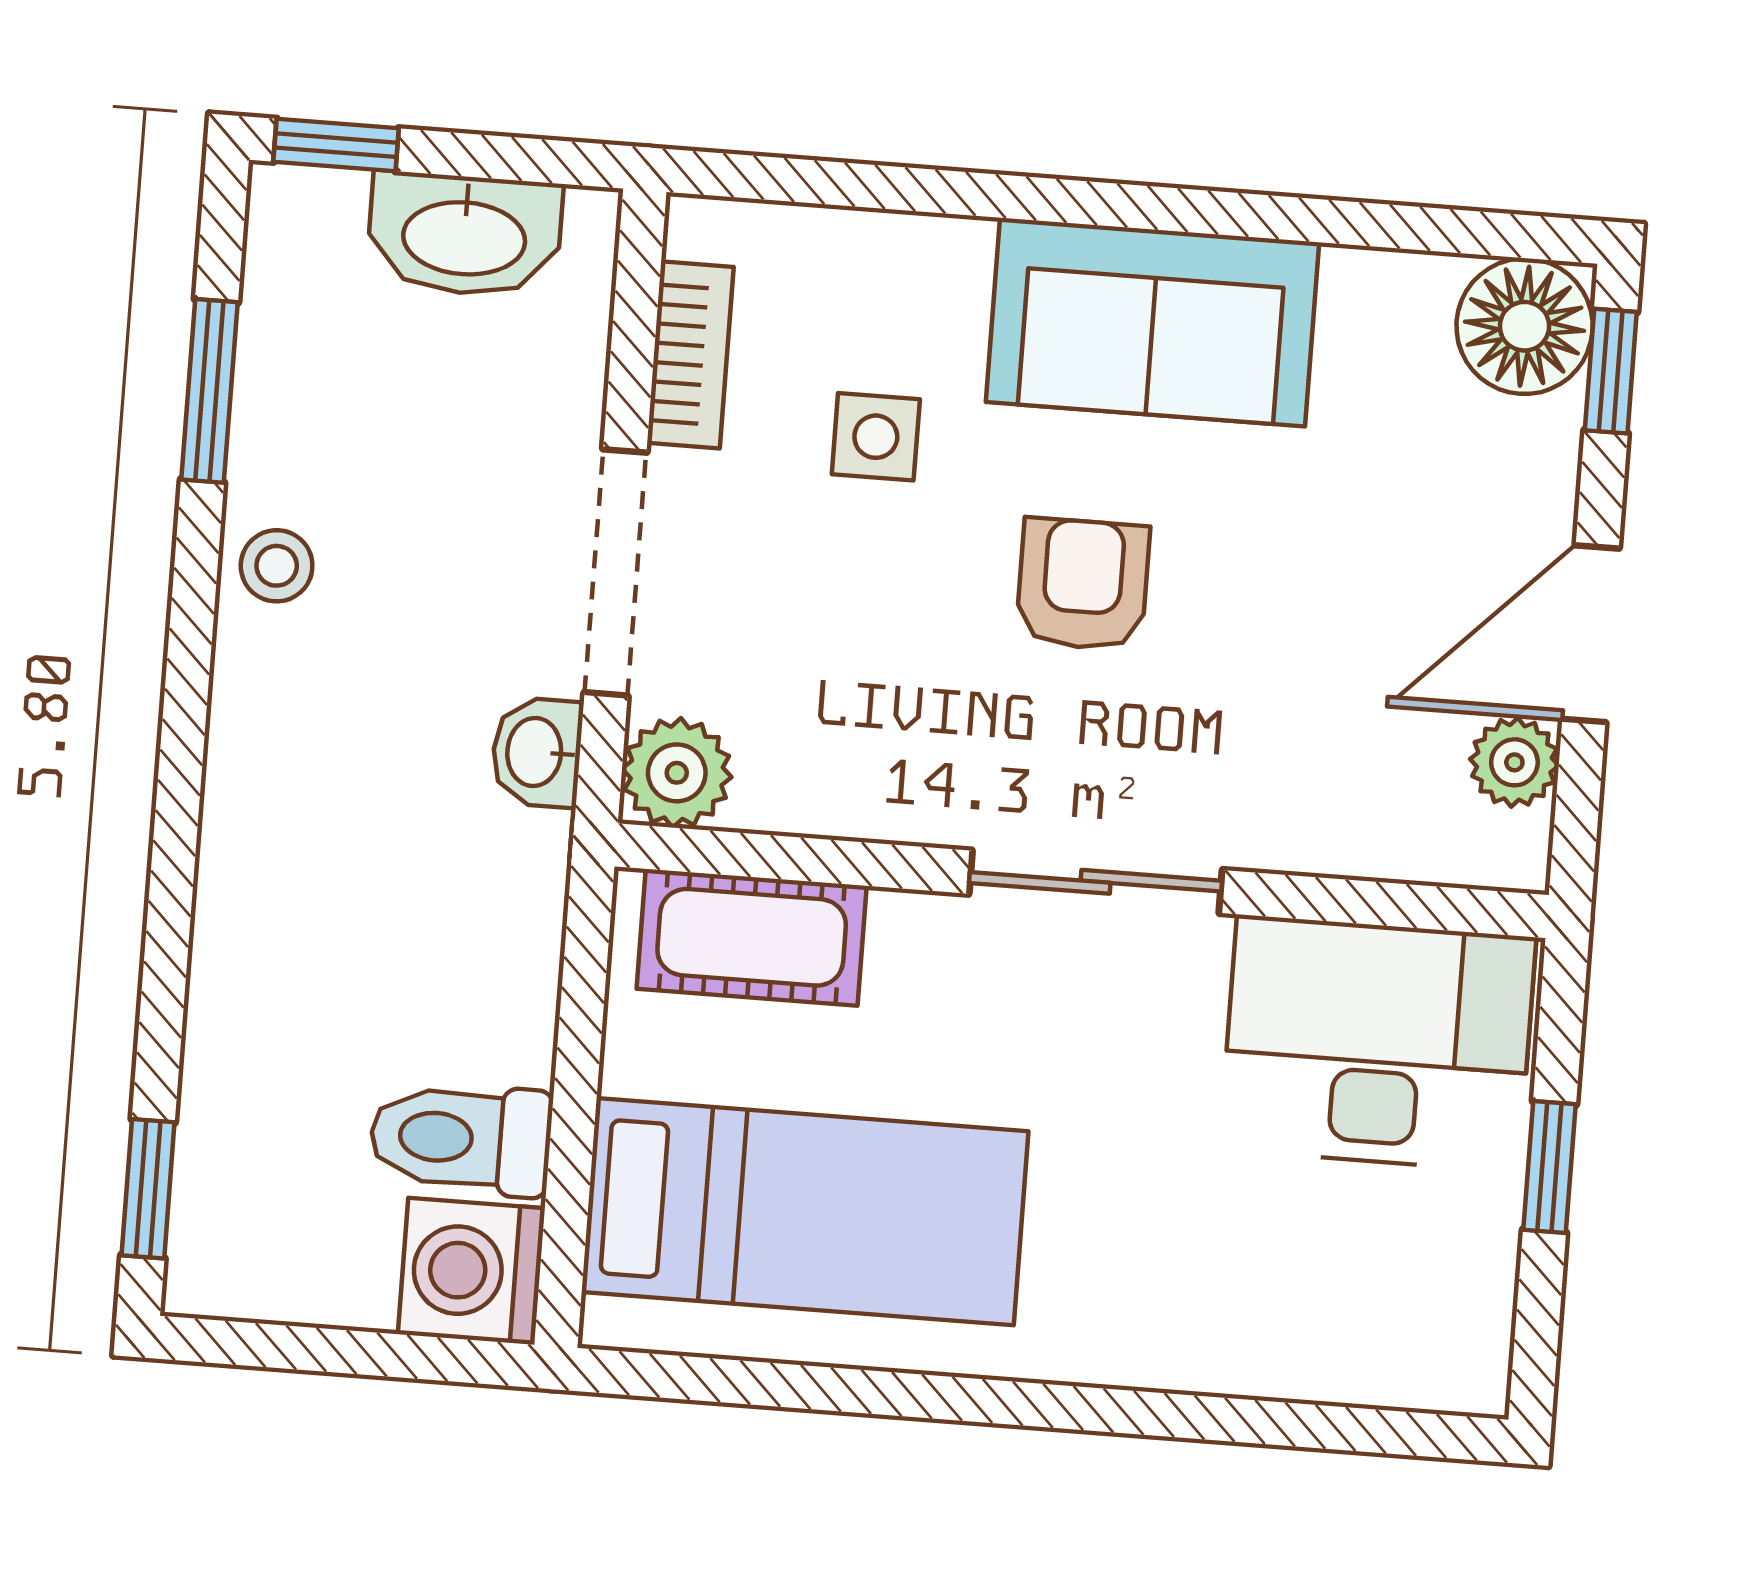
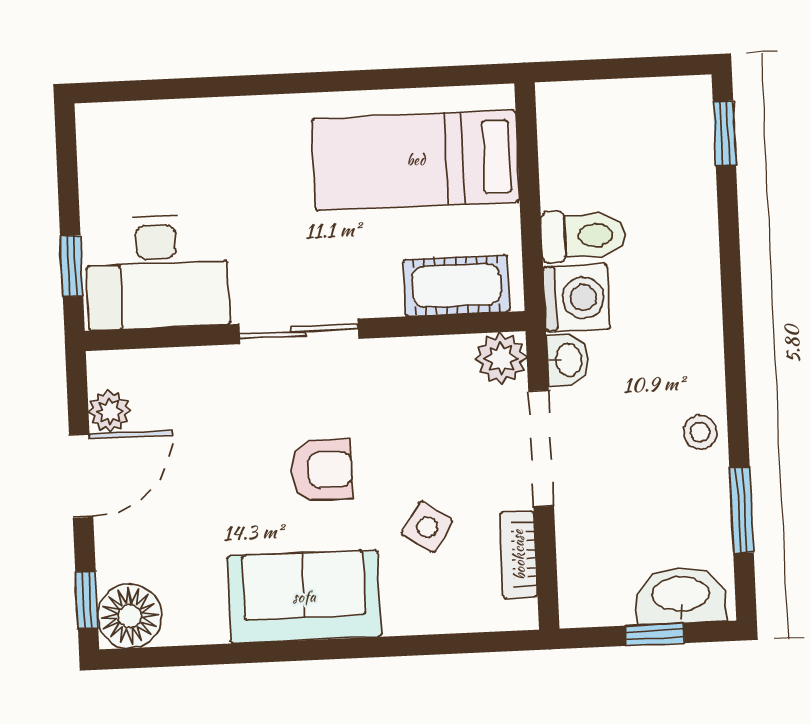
window: (336, 145) -> (655, 634), moved
washbasin: (464, 235) -> (681, 596), moved
side table: (876, 437) -> (427, 527), turned 34
armchair: (1083, 584) -> (322, 470), turned -90
toilet: (461, 1139) -> (584, 236), moved
window: (1550, 1167) -> (72, 266), moved
washing machine: (471, 1271) -> (577, 298), moved

